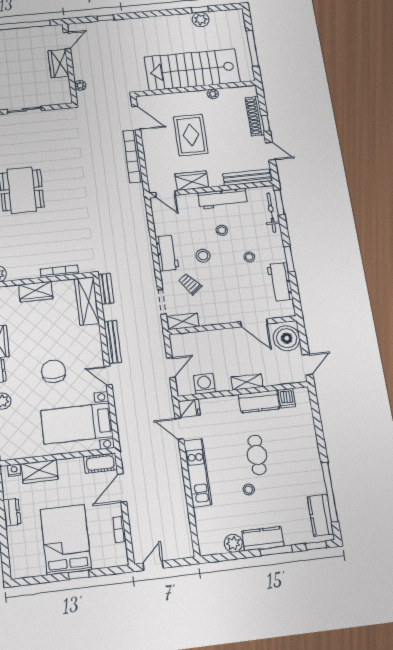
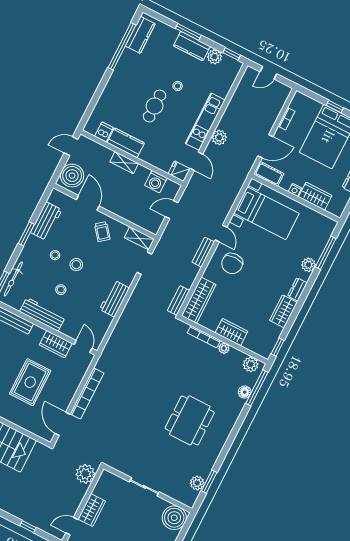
plant: (80, 85) -> (85, 474), width x1.87, depth x1.87
stool: (203, 256) -> (76, 265), moved
plant: (33, 273) -> (224, 348), added
trolley: (190, 284) -> (102, 232), moved
bench: (113, 342) -> (203, 252), width x0.73
chair: (53, 371) -> (232, 263), moved
plant: (173, 466) -> (219, 137), added
nightstand: (14, 470) -> (295, 190), moved
window: (316, 546) -> (232, 54), moved
door: (153, 566) -> (268, 73), moved

